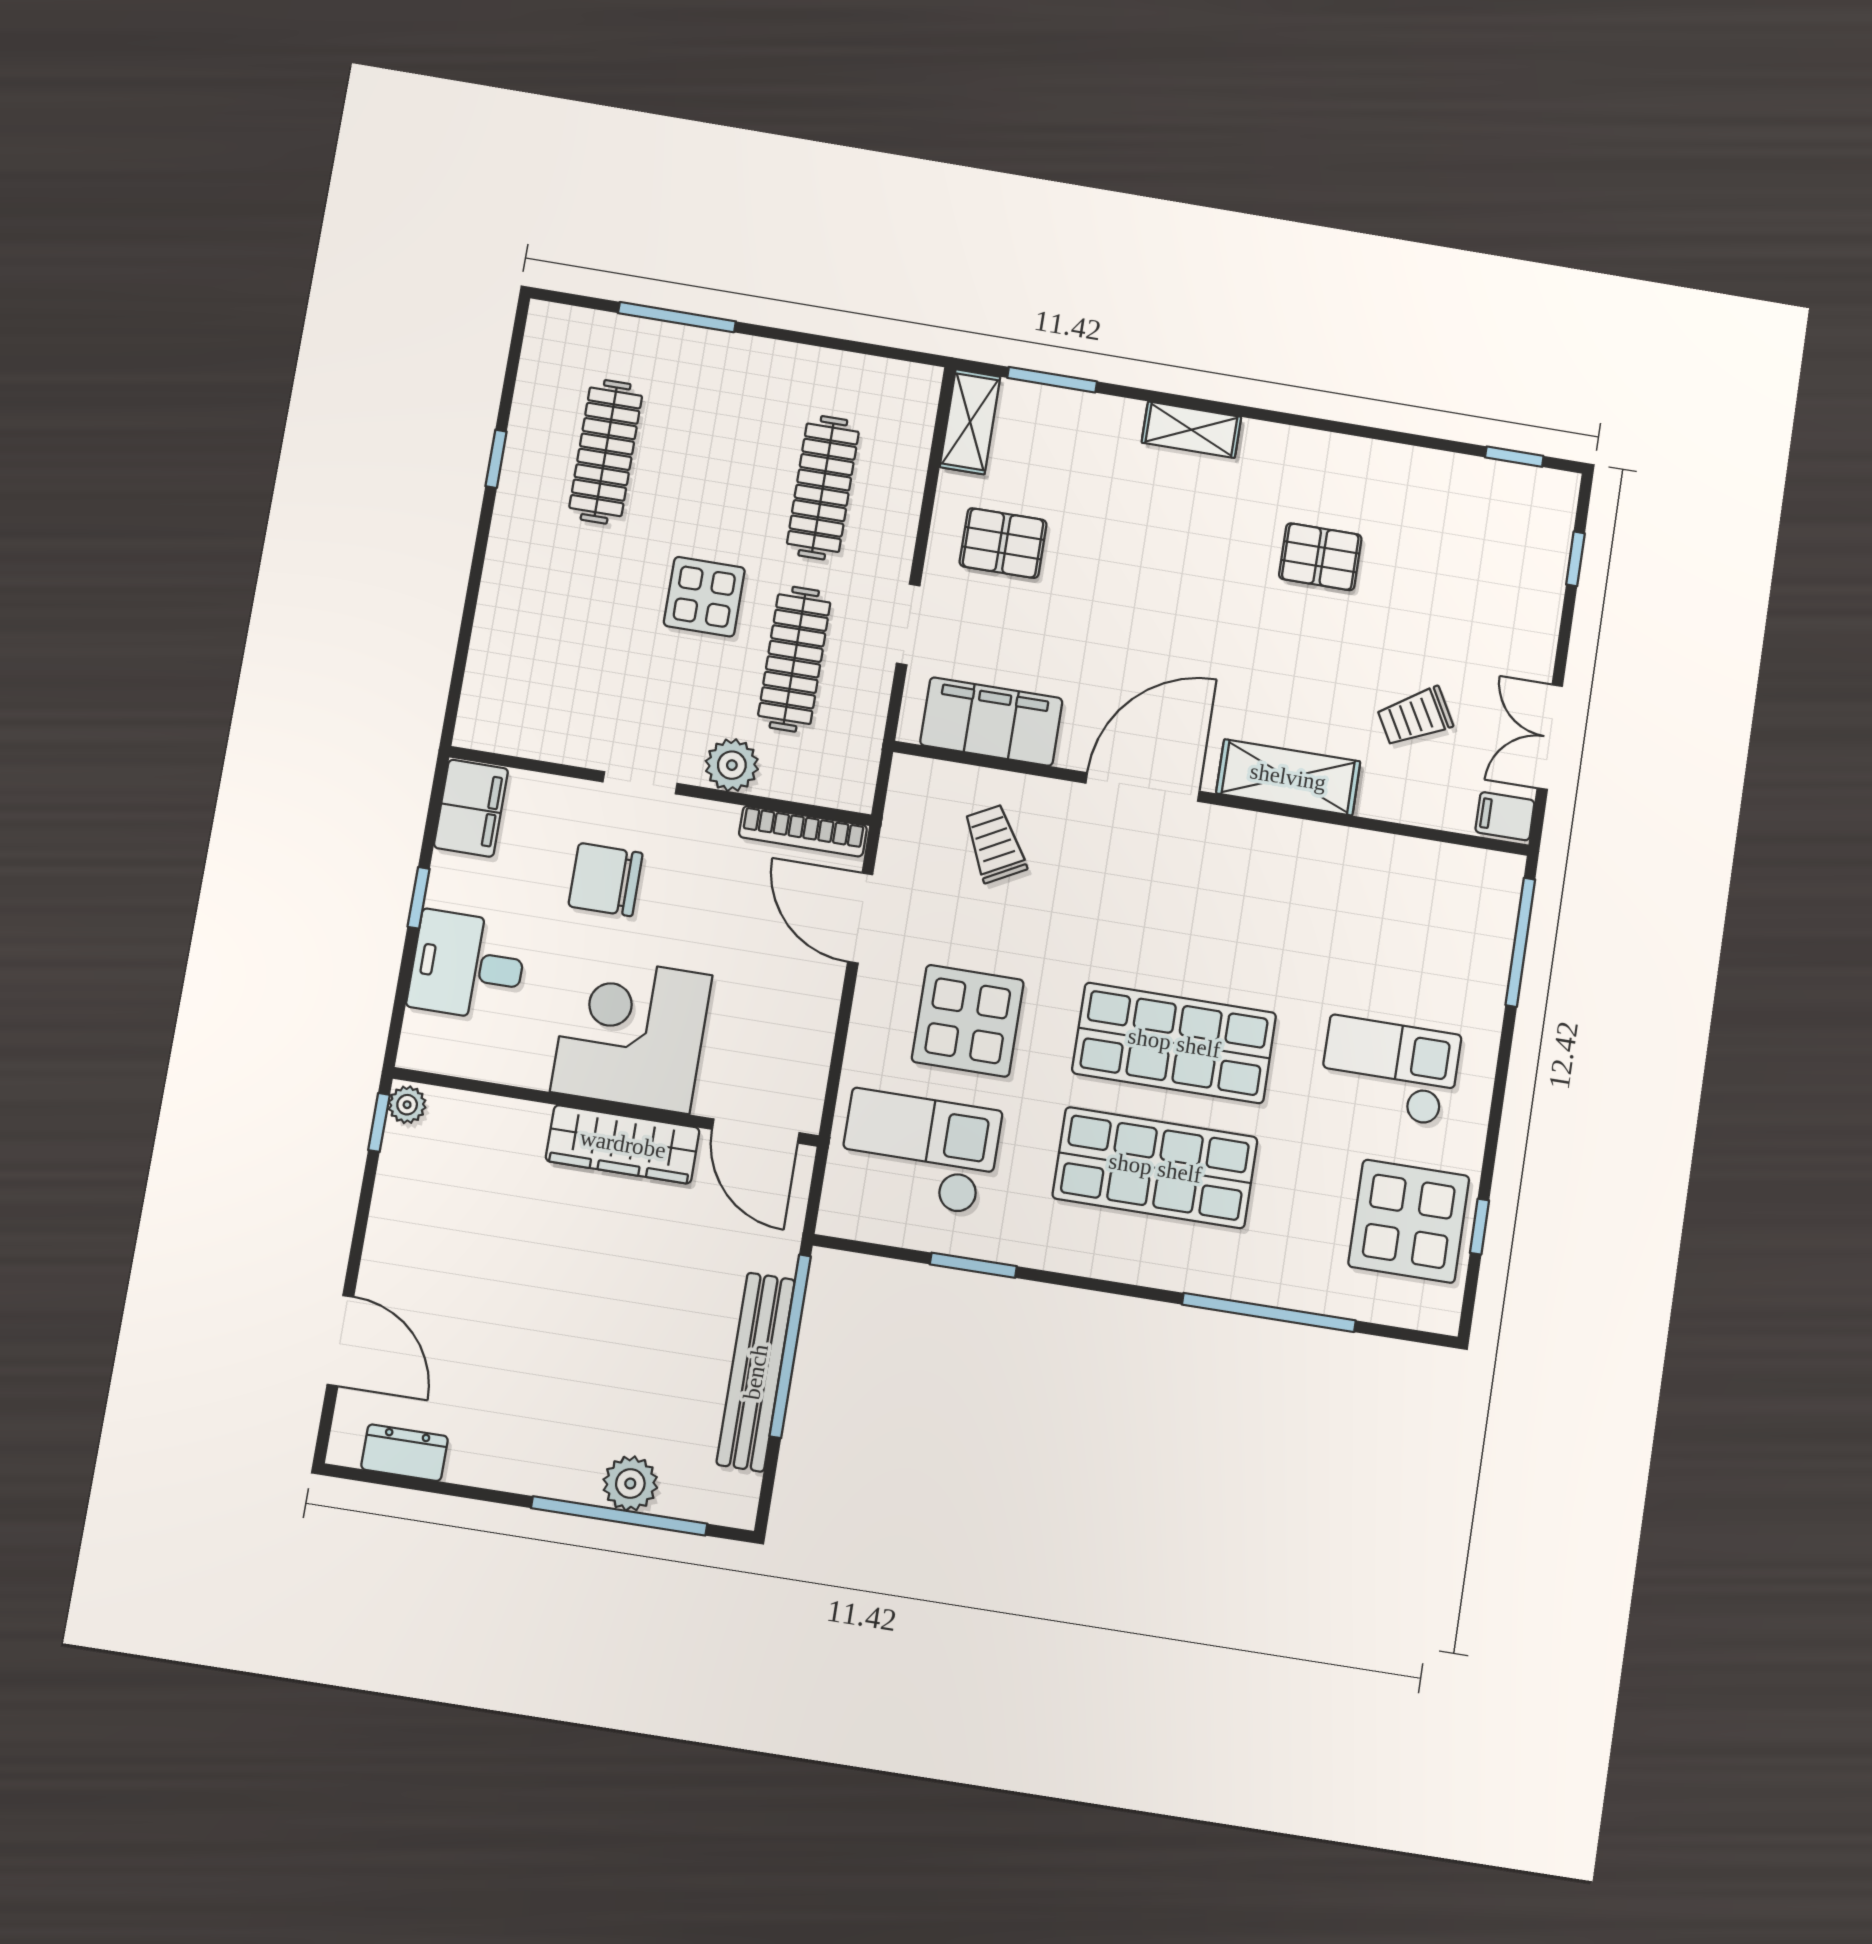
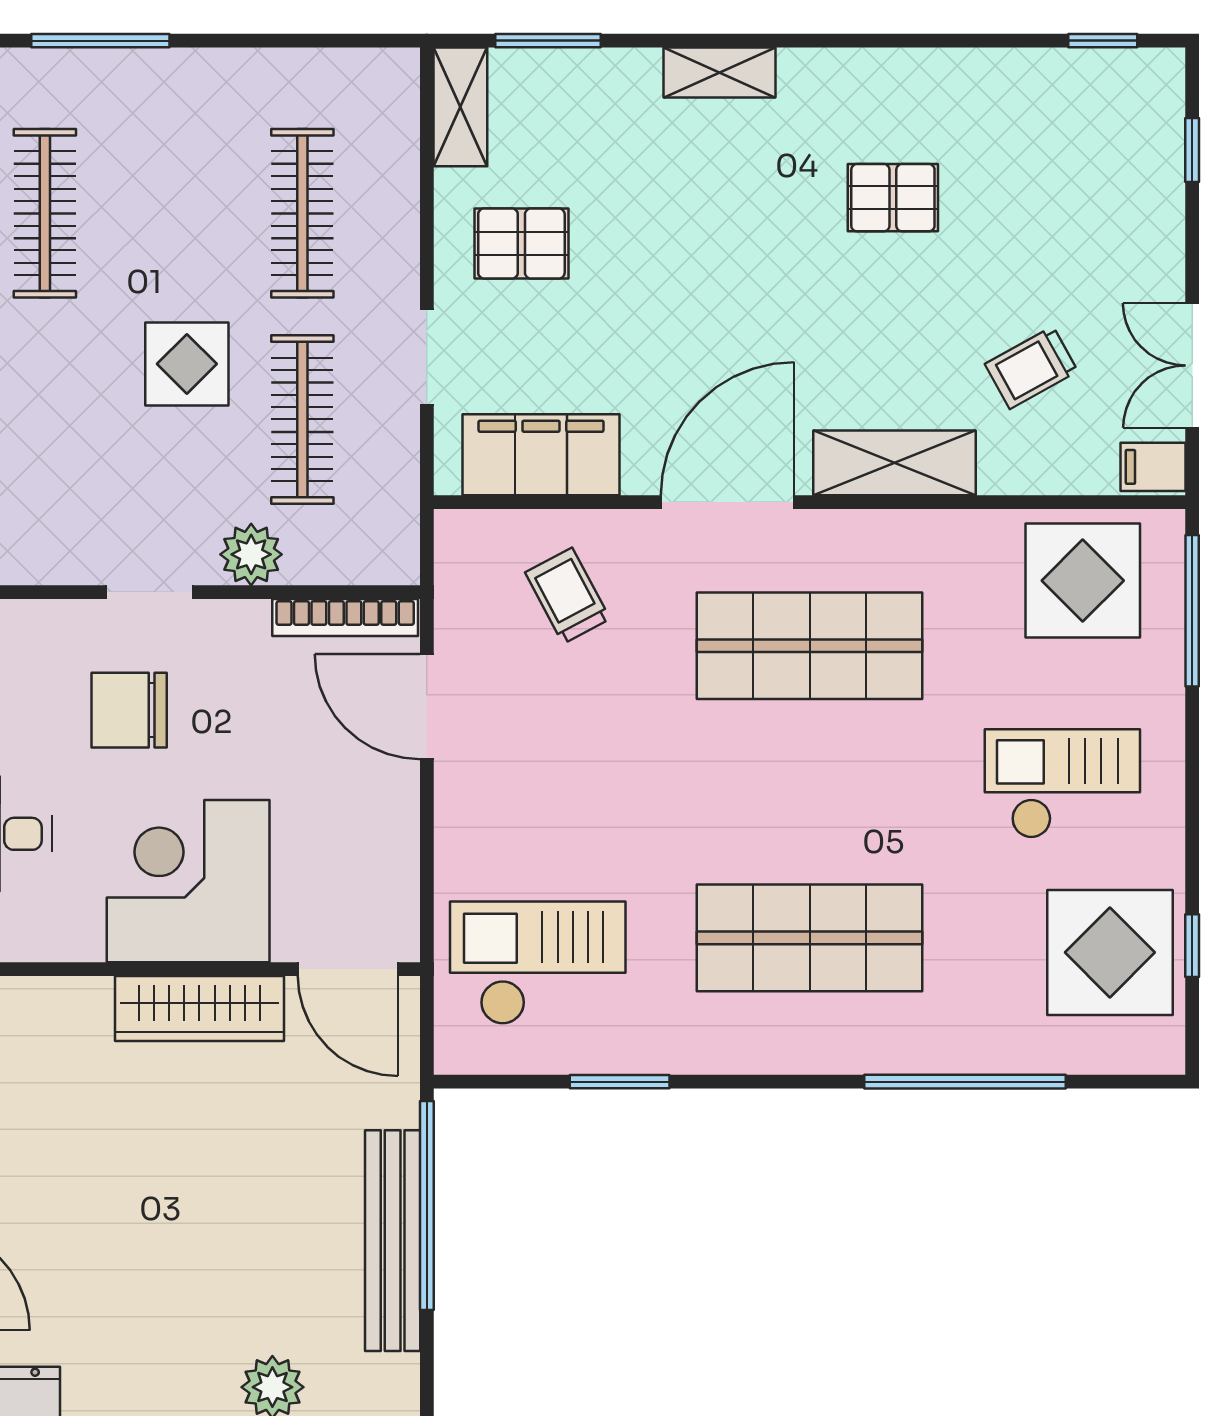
display table: (968, 1021) -> (1083, 581), moved
shop shelf: (1174, 1043) -> (810, 646), moved

